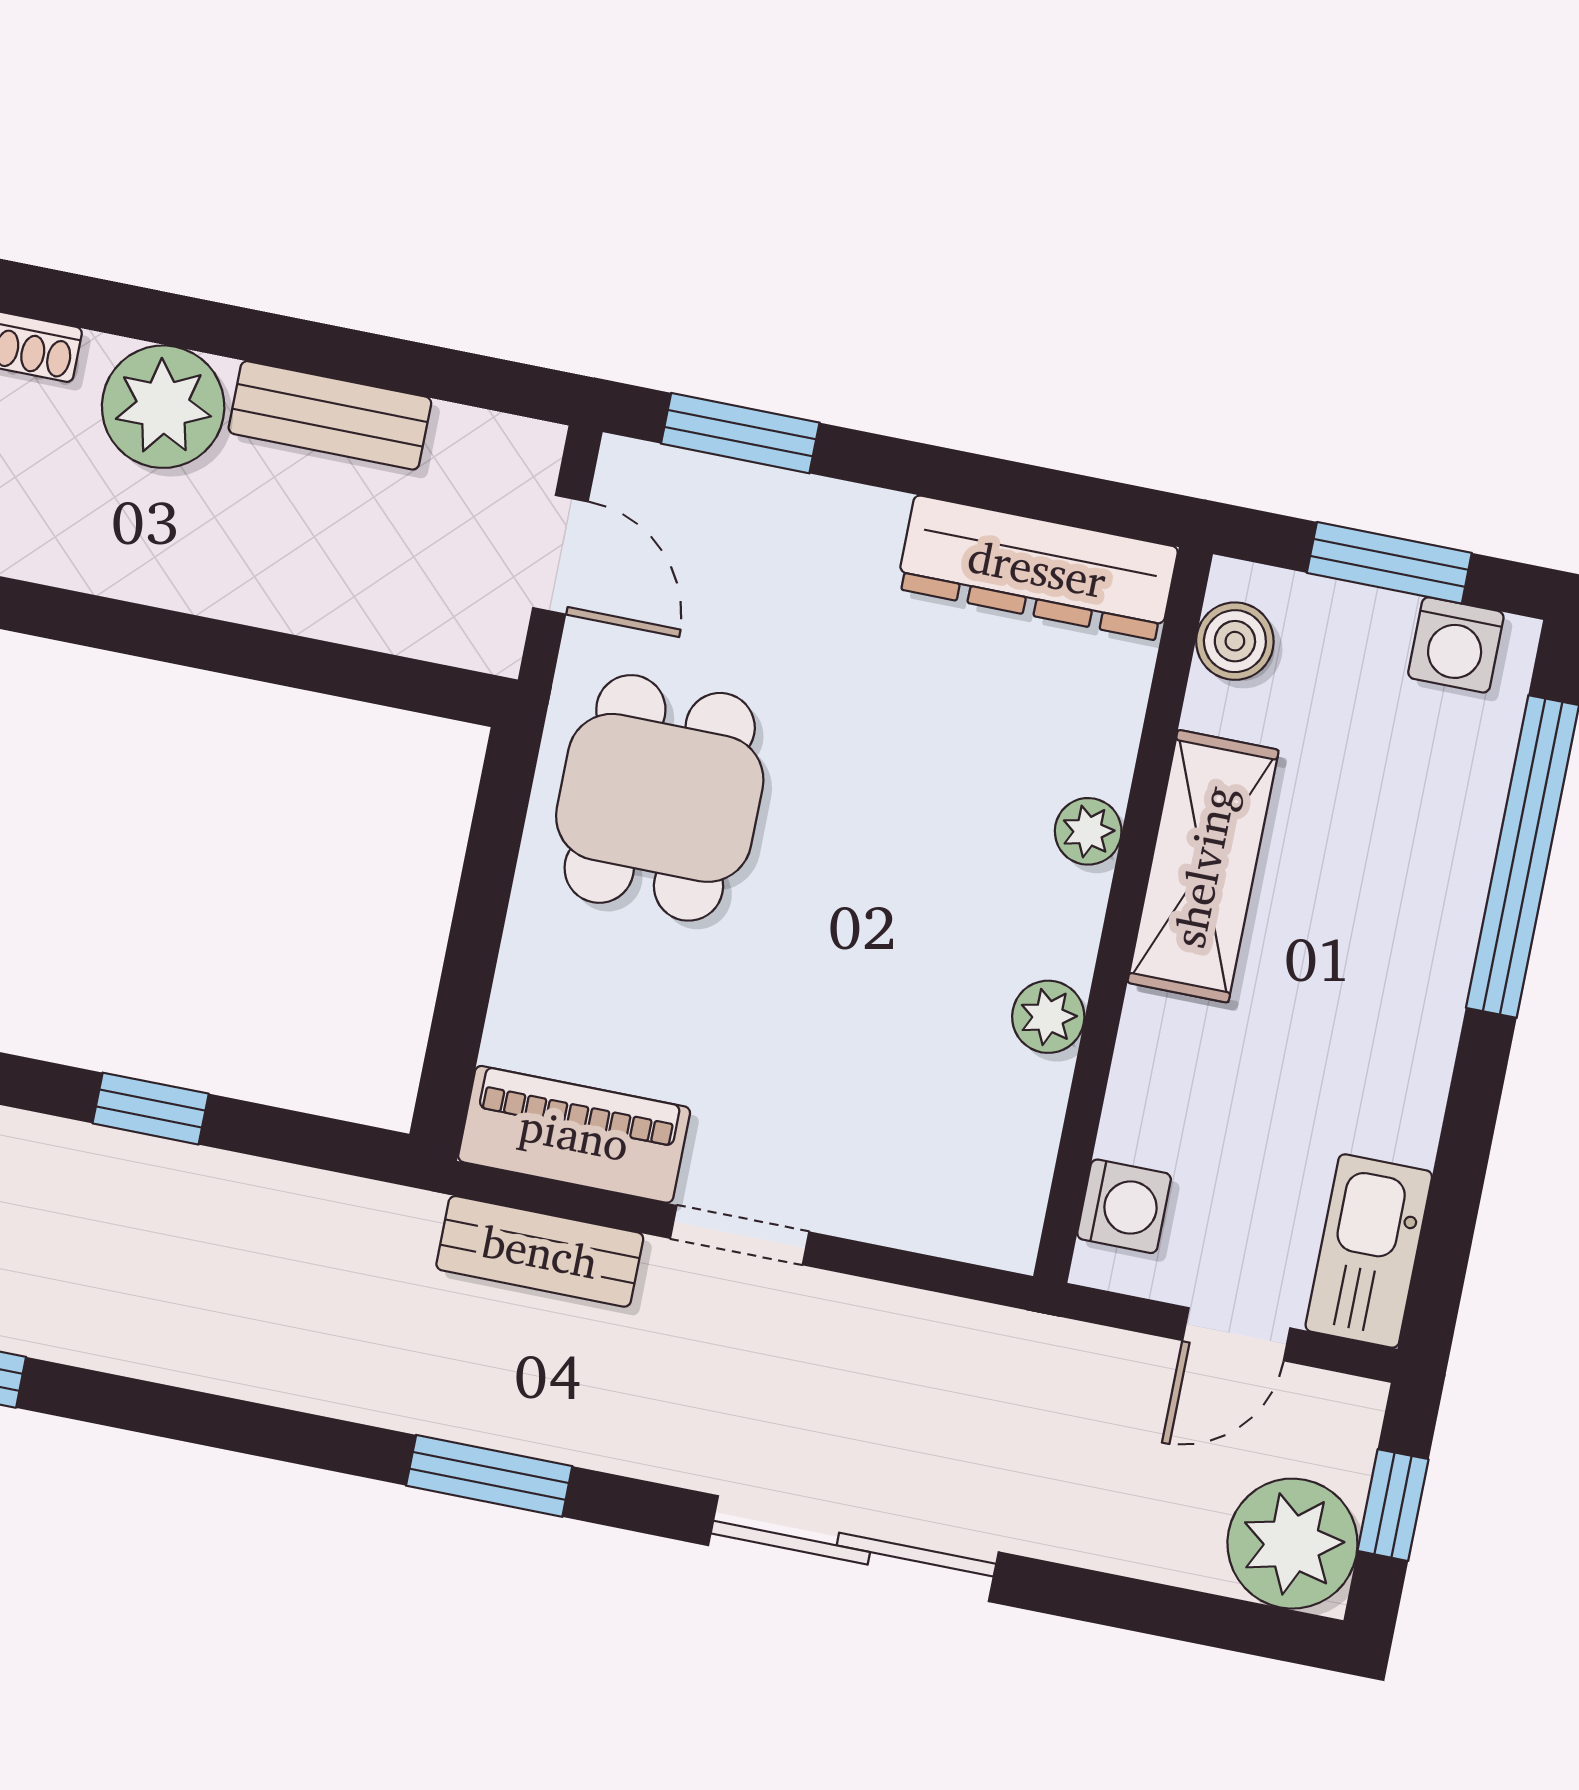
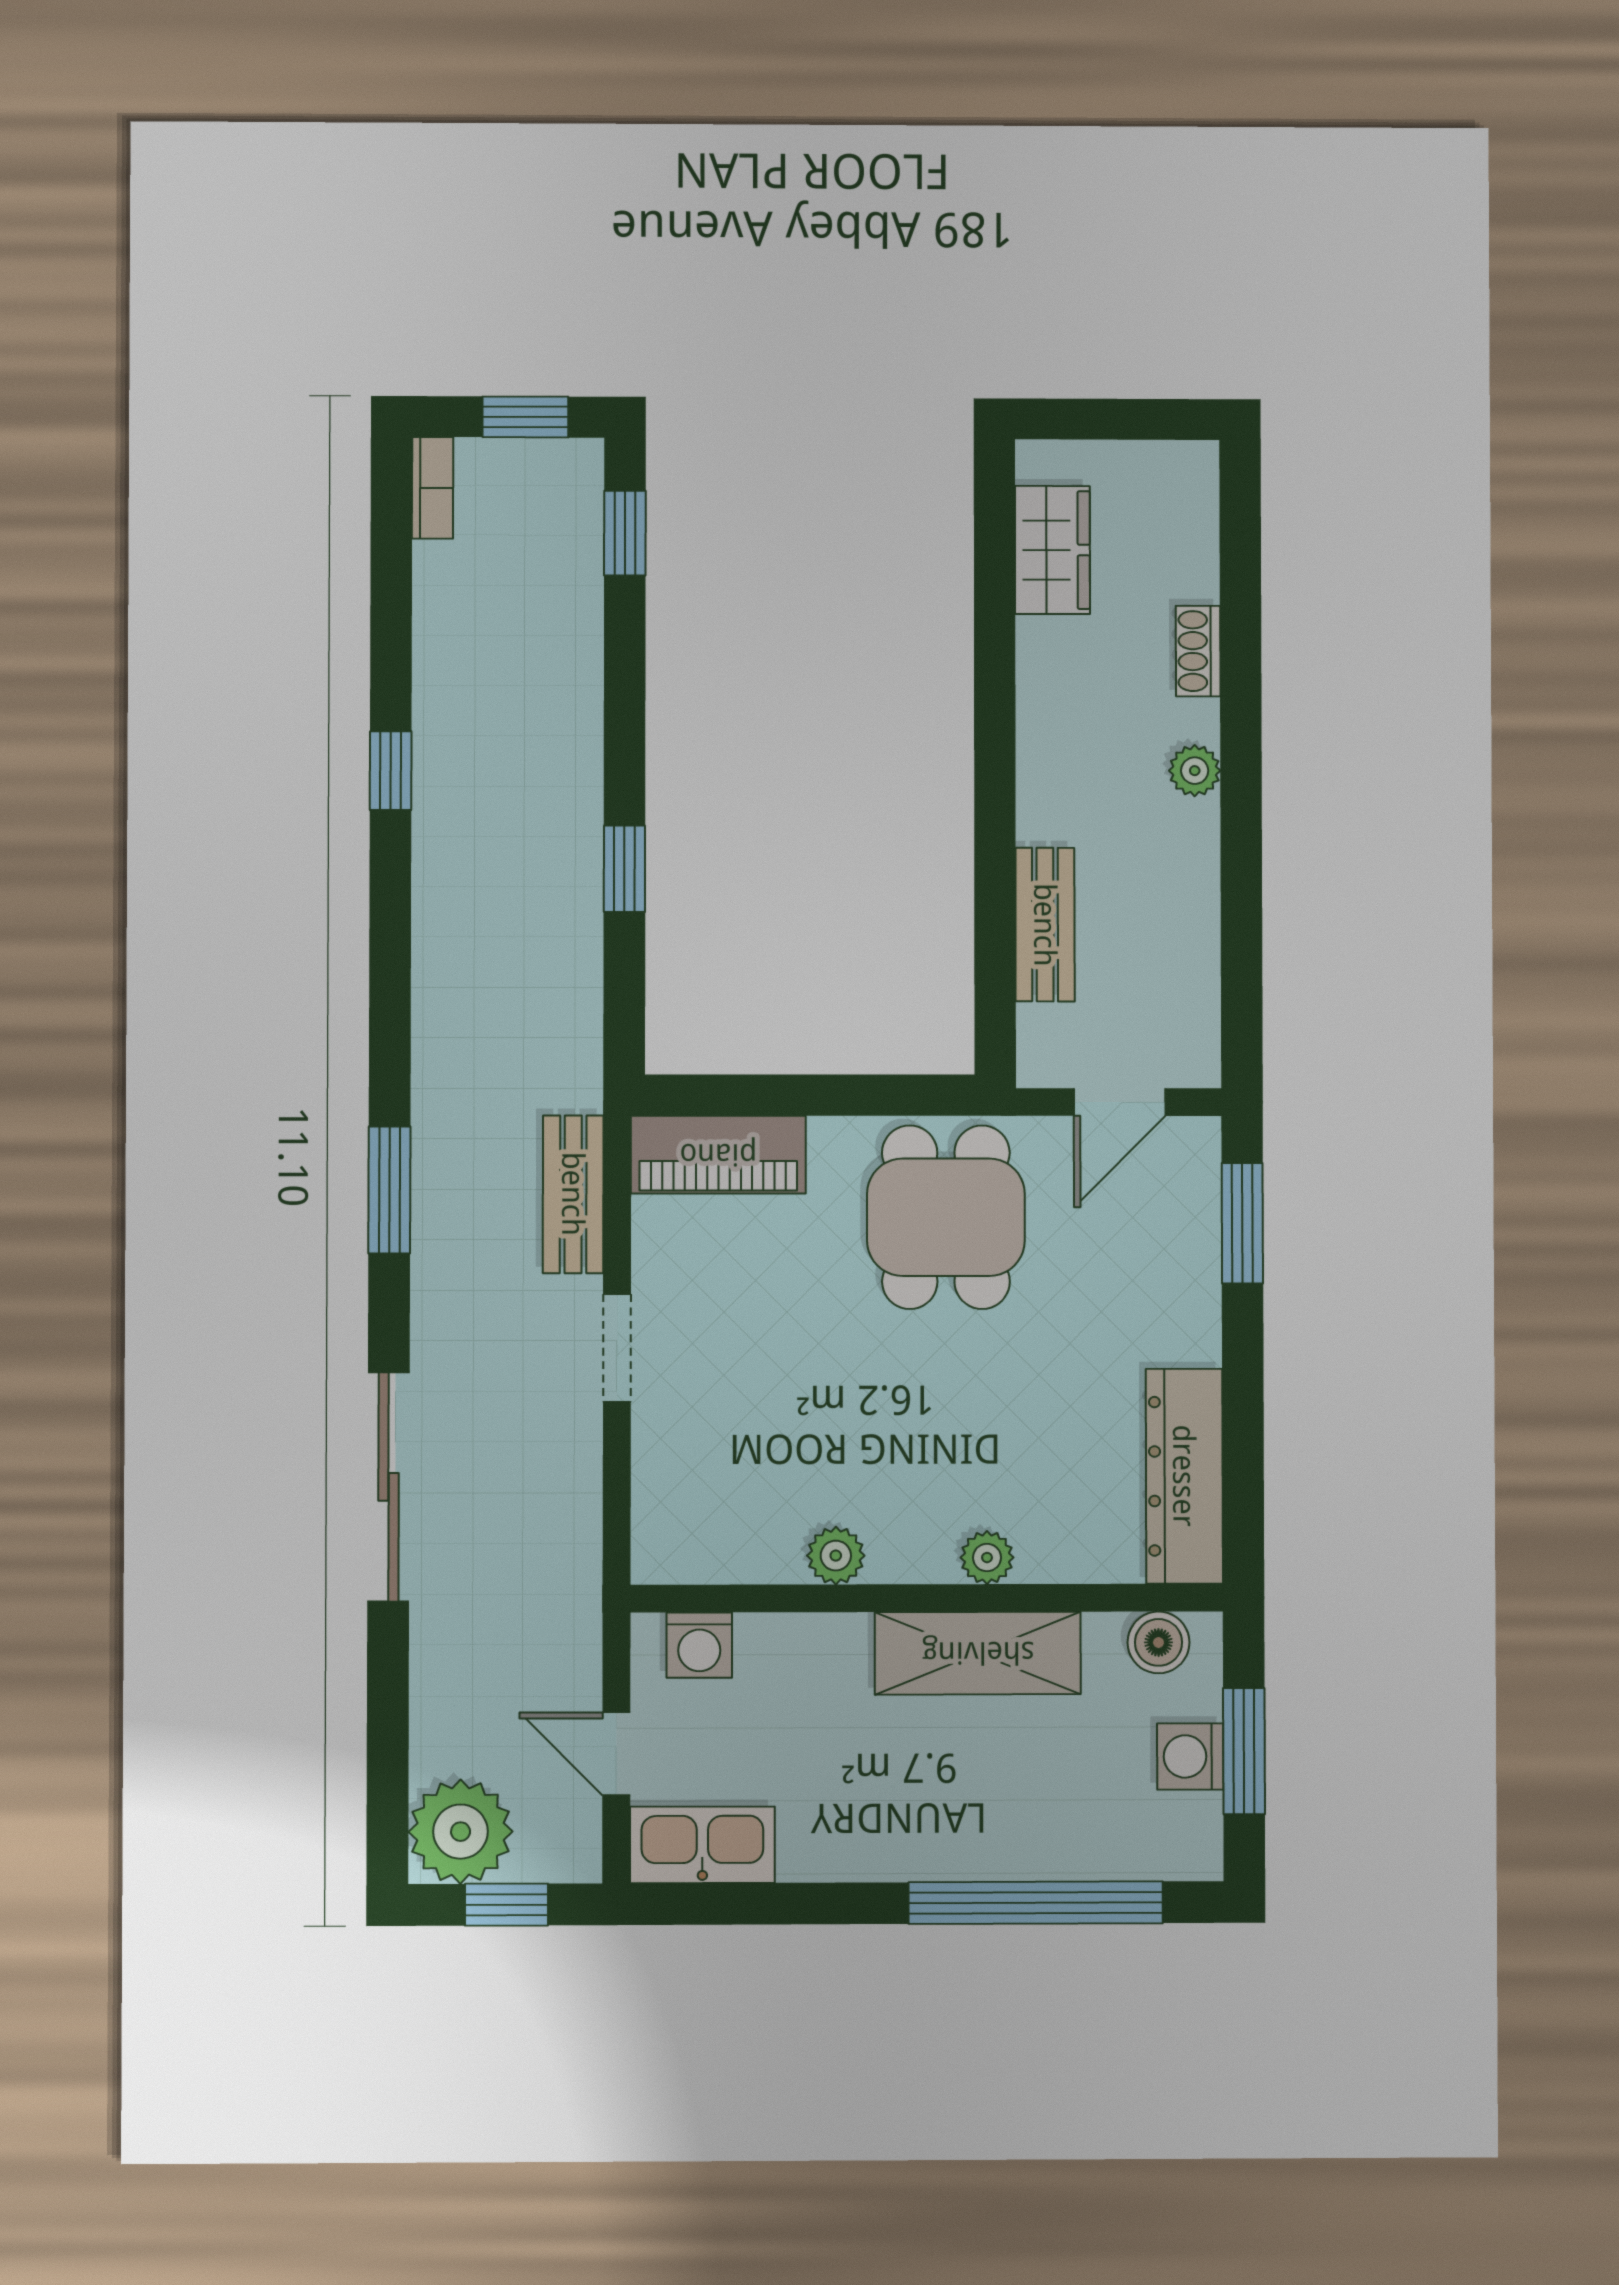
plant: (163, 407) -> (1195, 771), width x0.53, depth x0.53
bench: (330, 415) -> (1045, 925), moved
washing machine: (1456, 645) -> (1190, 1756), moved
dining table: (660, 798) -> (946, 1217), turned 90
piano: (574, 1134) -> (718, 1155), moved, turned 90

